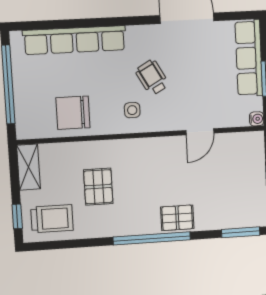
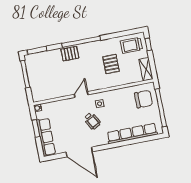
chair: (73, 113) -> (143, 99), moved
door: (200, 132) -> (81, 95), moved

